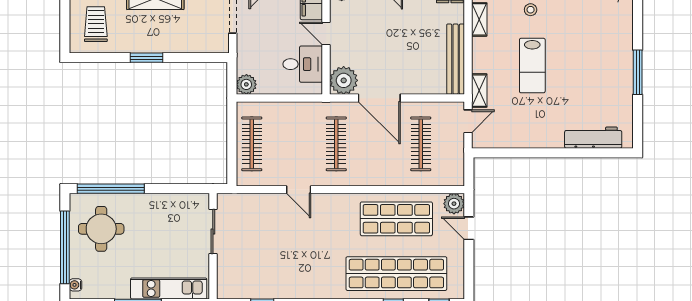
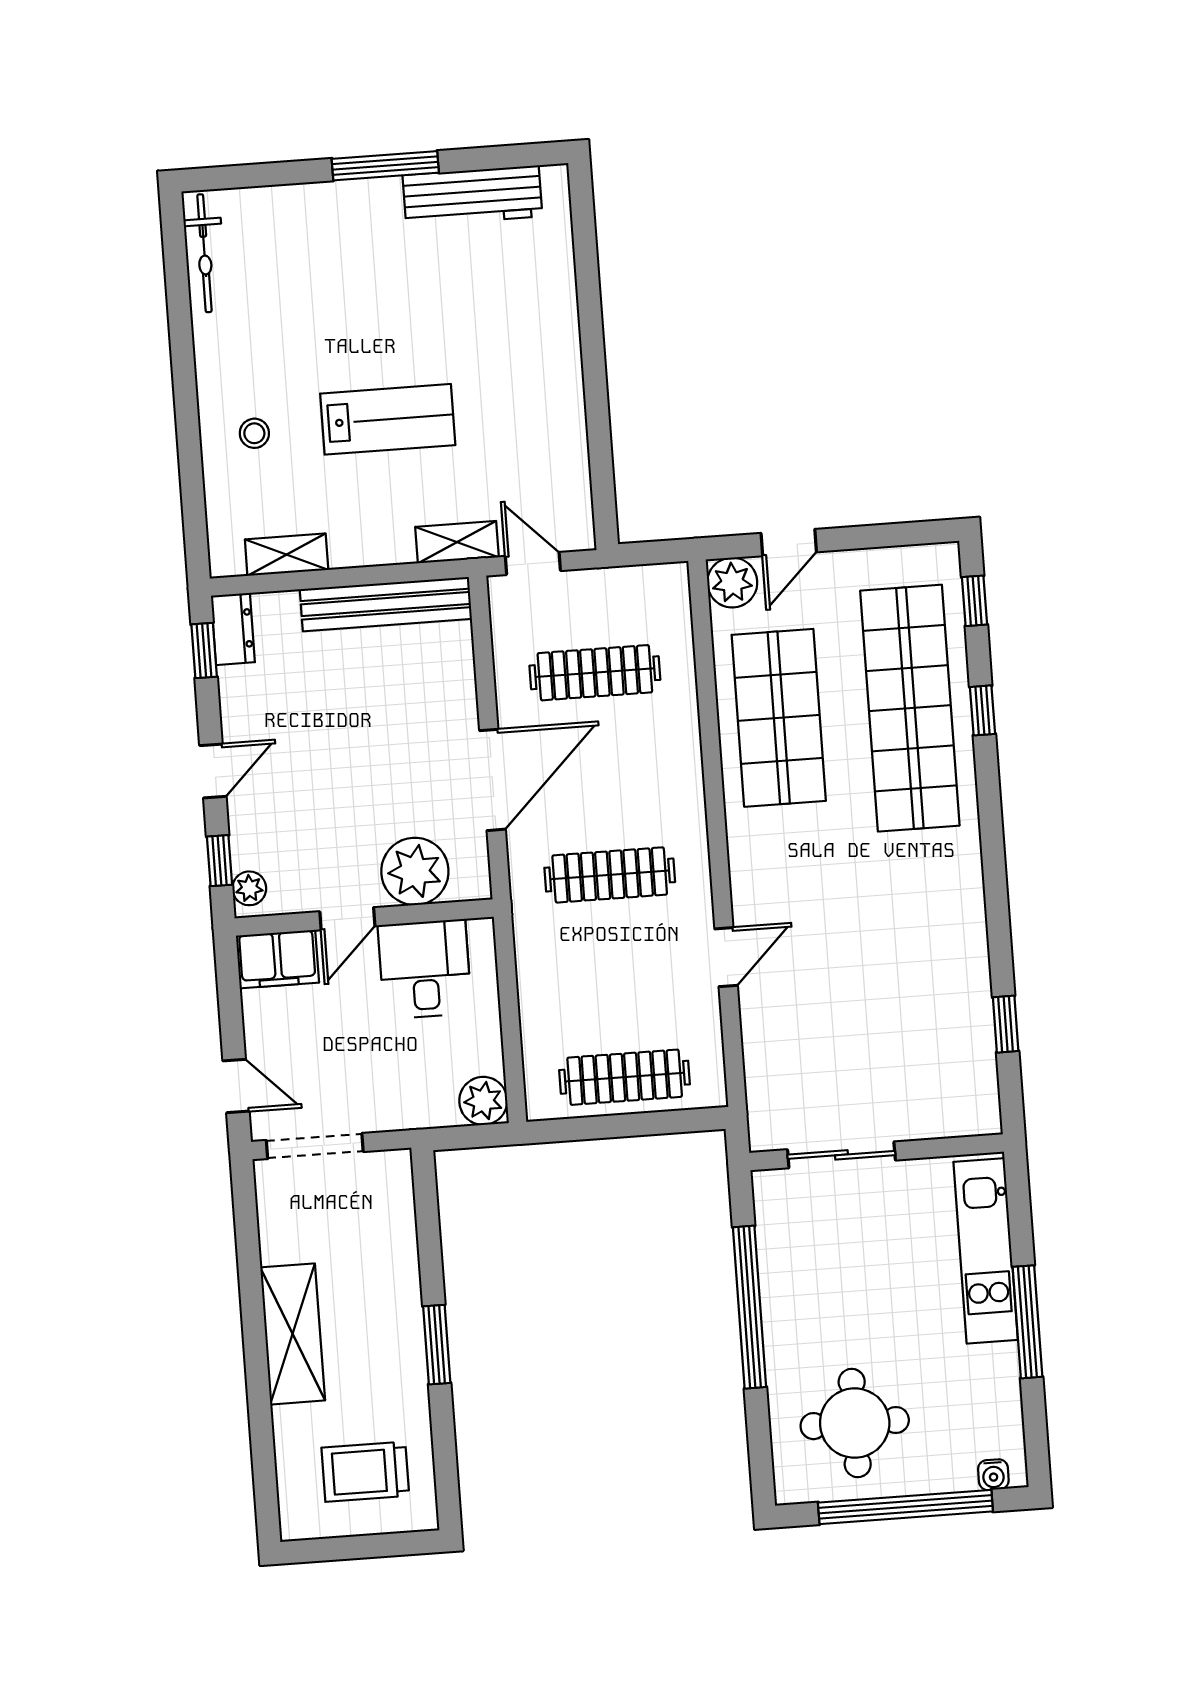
plant: (344, 80) -> (415, 871), moved
workbench: (593, 138) -> (472, 196), moved, turned -90
window: (111, 189) -> (750, 1307), moved

